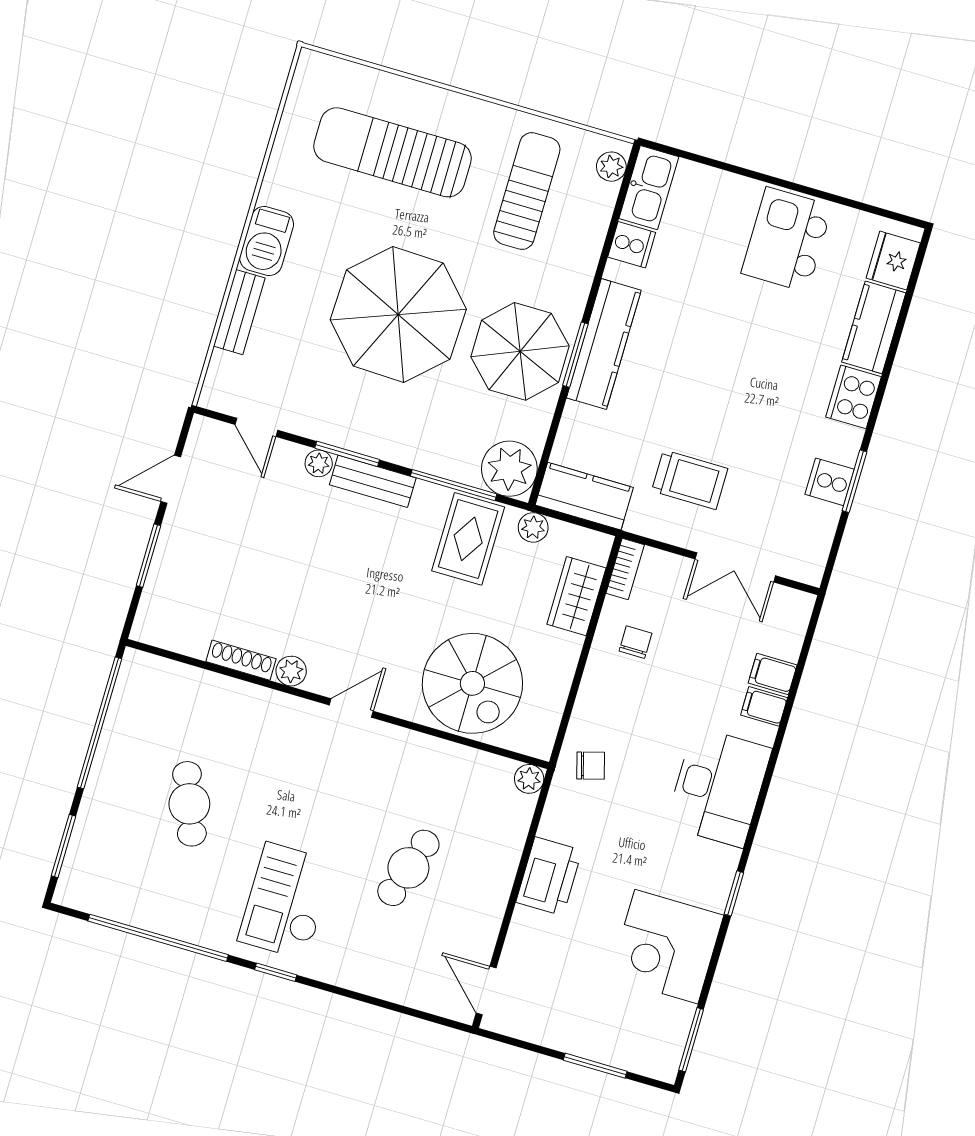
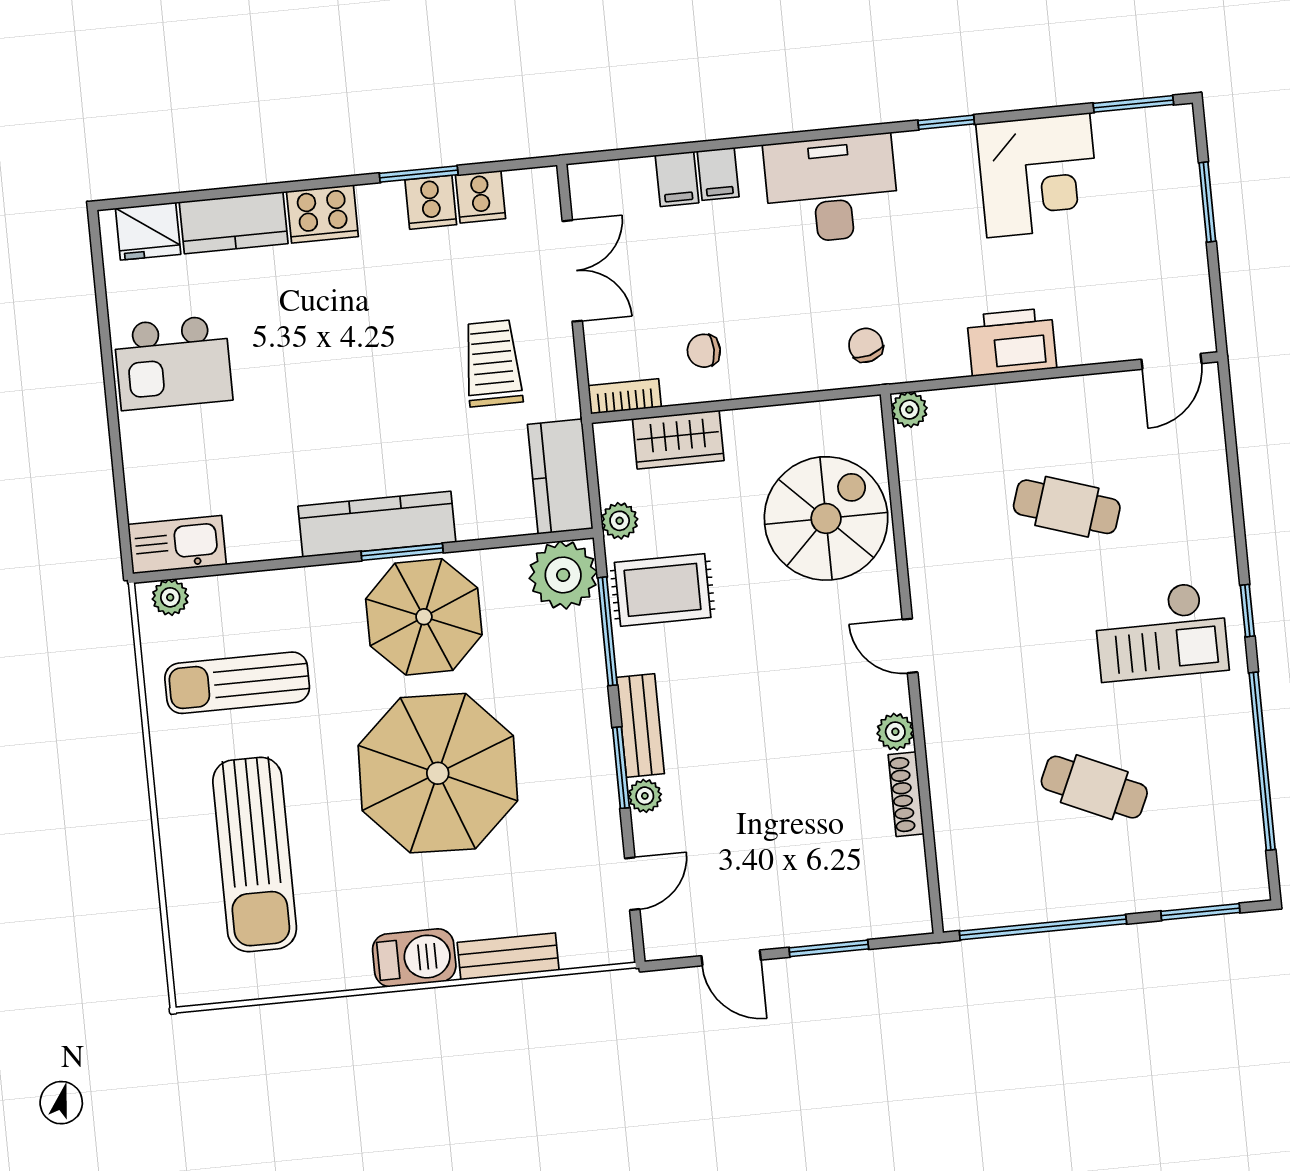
cooker: (632, 245) -> (480, 197), moved, turned 180
cafe table: (189, 804) -> (1094, 787), turned 45

